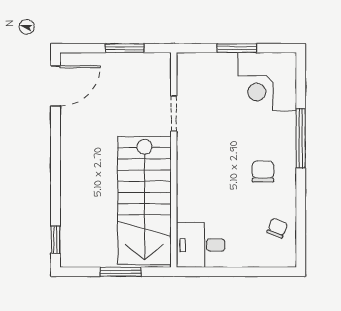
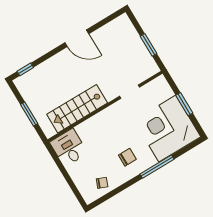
corner desk: (267, 82) -> (167, 129), width x1.36, depth x1.36
door: (55, 86) -> (77, 38), moved
stairs: (144, 201) -> (77, 109), width x0.73, depth x0.66

